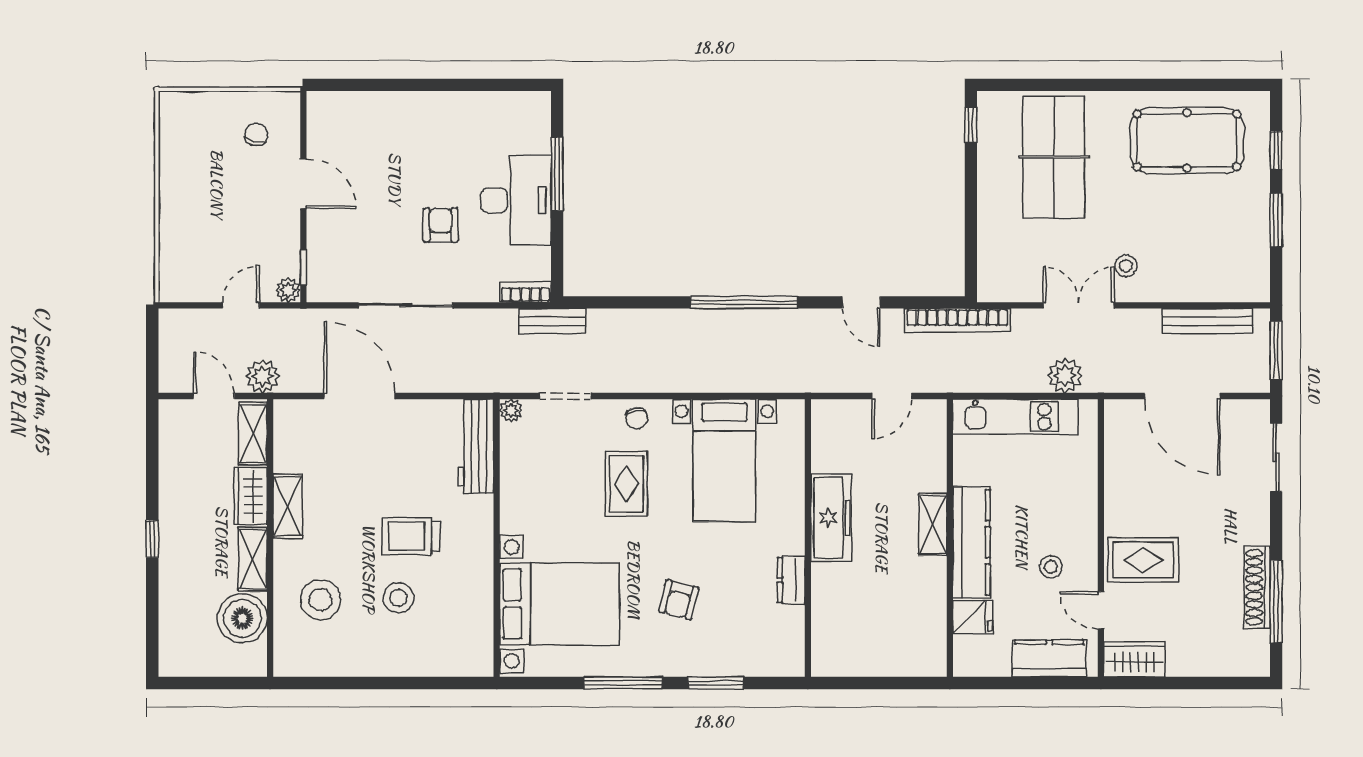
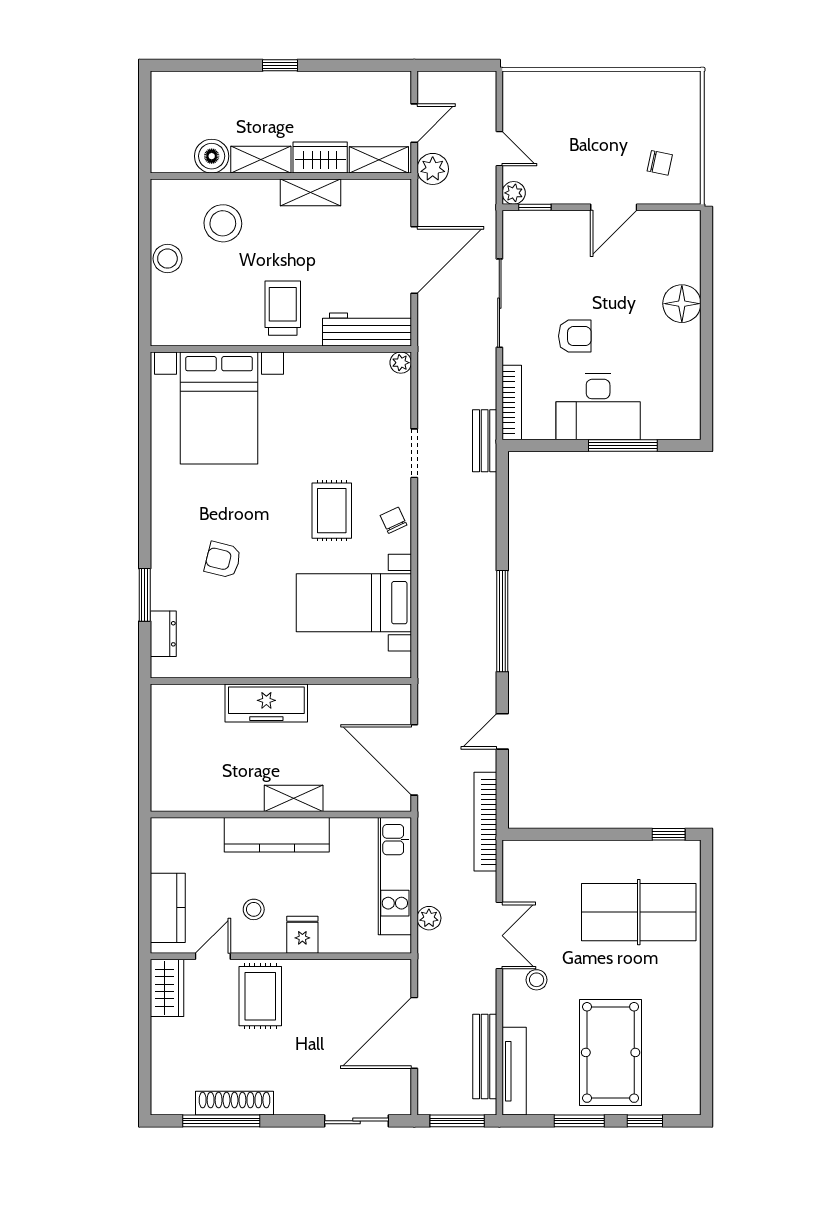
floor lamp: (406, 111) -> (682, 304), added
pool table: (1187, 140) -> (611, 1052), moved
tv unit: (1223, 290) -> (514, 1071), added
bookcase: (526, 292) -> (512, 402), width x1.56
plant: (1065, 376) -> (429, 918), width x0.73, depth x0.73
door: (892, 396) -> (414, 760), width x1.87
plant: (511, 410) -> (401, 363), moved
chair: (637, 418) -> (394, 520), turned 74
workbench: (476, 446) -> (367, 330), moved
rug: (626, 484) -> (332, 511), turned 90
freezer: (831, 518) -> (266, 703), moved
wall: (497, 538) -> (281, 349), moved
dresser: (791, 580) -> (163, 634), moved, turned 90
stool: (398, 598) -> (167, 259), moved
bed with nightstands: (559, 604) -> (219, 408), moved
fridge: (973, 617) -> (302, 935), moved, turned 180
boiler: (242, 618) -> (212, 156), width x0.73, depth x0.73
window: (623, 683) -> (145, 507), removed

